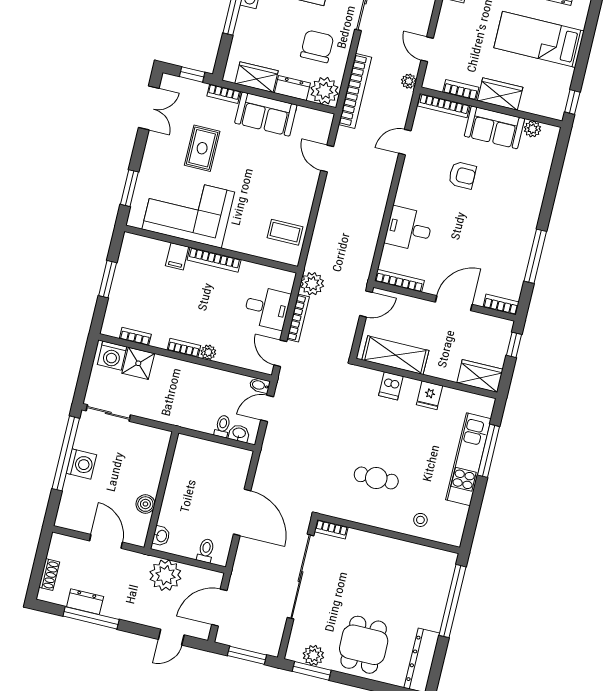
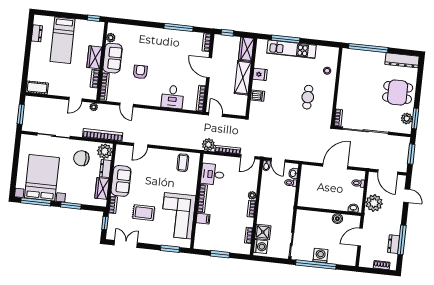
desk: (267, 308) -> (213, 174), moved, turned -90
shelving: (395, 355) -> (243, 78), moved

